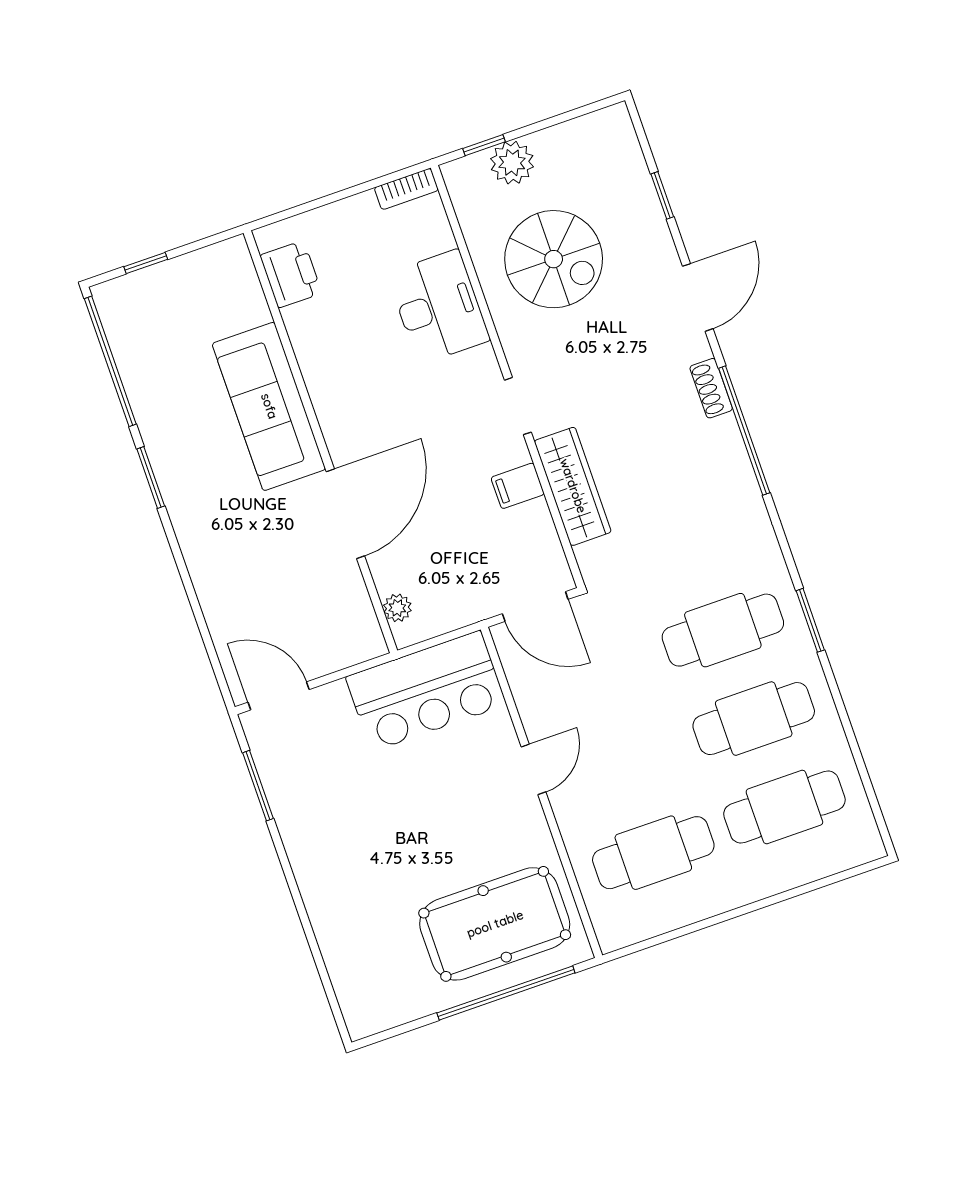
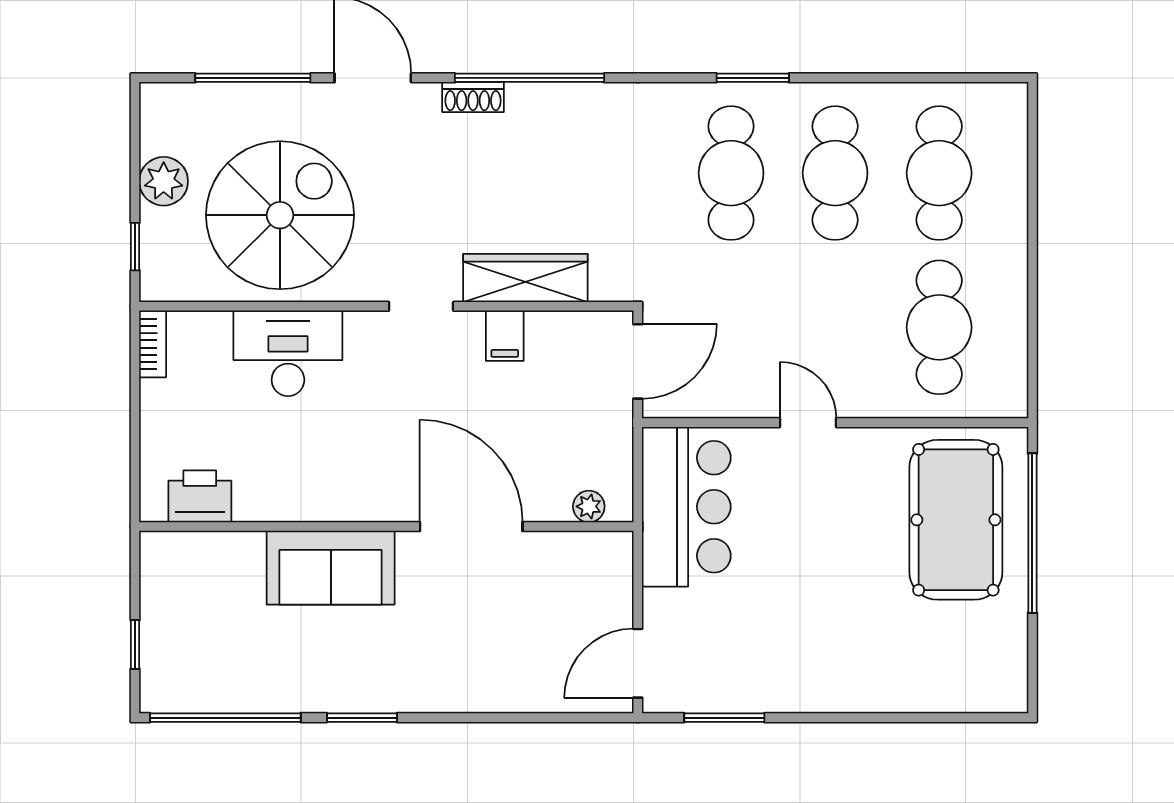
plant: (512, 163) -> (164, 181), moved
window: (662, 195) -> (253, 78), width x2.17
spiral stairs: (554, 259) -> (280, 215), width x1.37, depth x1.37
sofa: (269, 406) -> (331, 568), width x0.73

